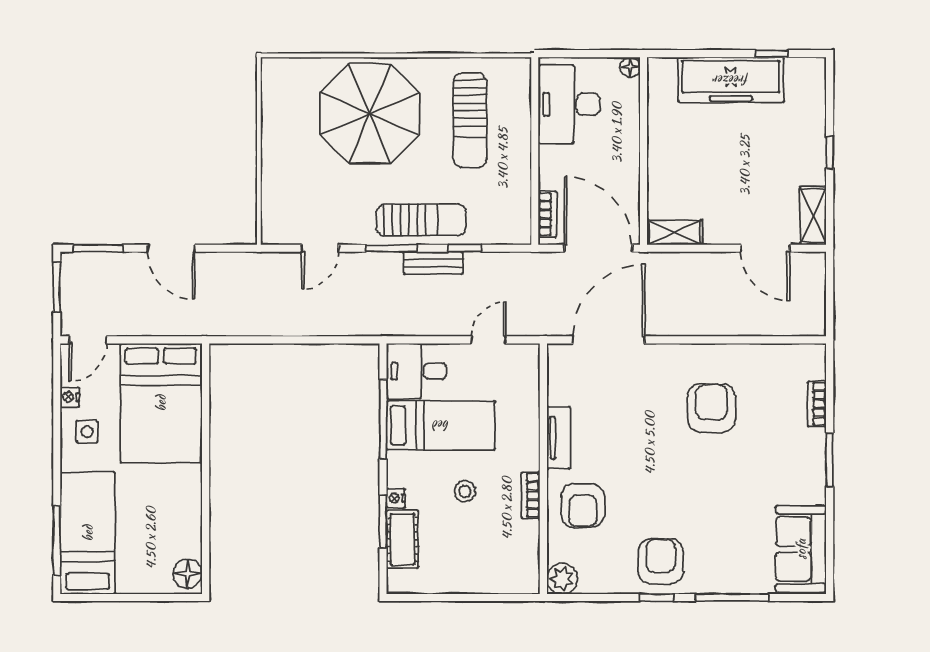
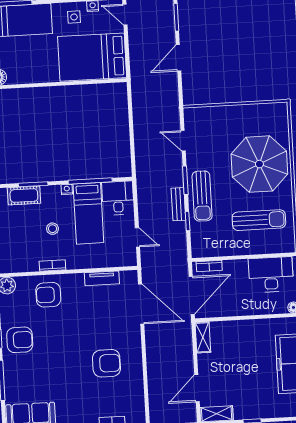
sun lounger: (470, 120) -> (259, 220), turned 180
tv unit: (559, 438) -> (102, 278), moved
nightstand: (396, 498) -> (67, 189), moved

